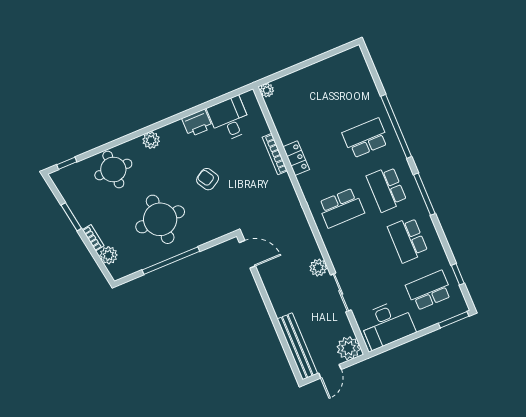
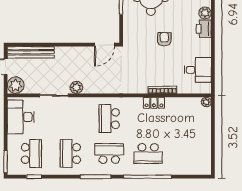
printer: (197, 123) -> (204, 29), moved
school desk: (366, 138) -> (148, 153), turned 90
armchair: (208, 179) -> (164, 39), turned -59
school desk: (408, 240) -> (70, 153), turned -90

